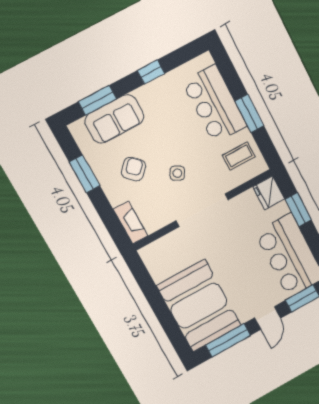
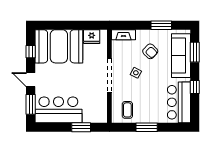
bar counter: (215, 104) -> (179, 102), moved, turned -90
sofa: (114, 119) -> (181, 56), width x1.36
fridge: (269, 193) -> (92, 37), moved, turned 180
window: (228, 340) -> (31, 52), width x0.46

